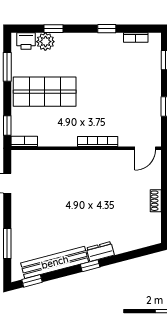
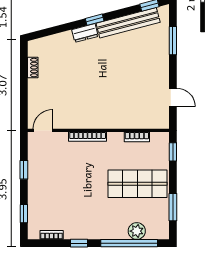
window: (54, 29) -> (129, 243), width x3.17
printer: (26, 41) -> (155, 232), removed
bookcase: (24, 141) -> (137, 137), moved
shoe rack: (156, 201) -> (33, 68), moved

